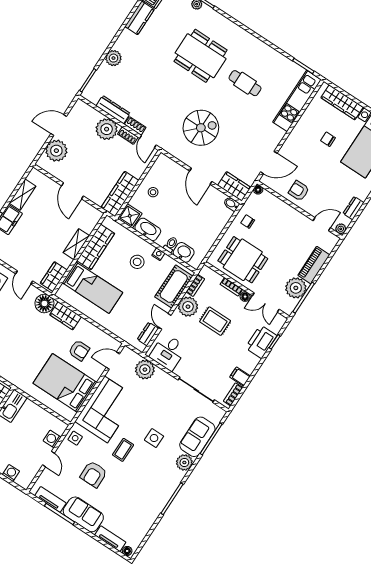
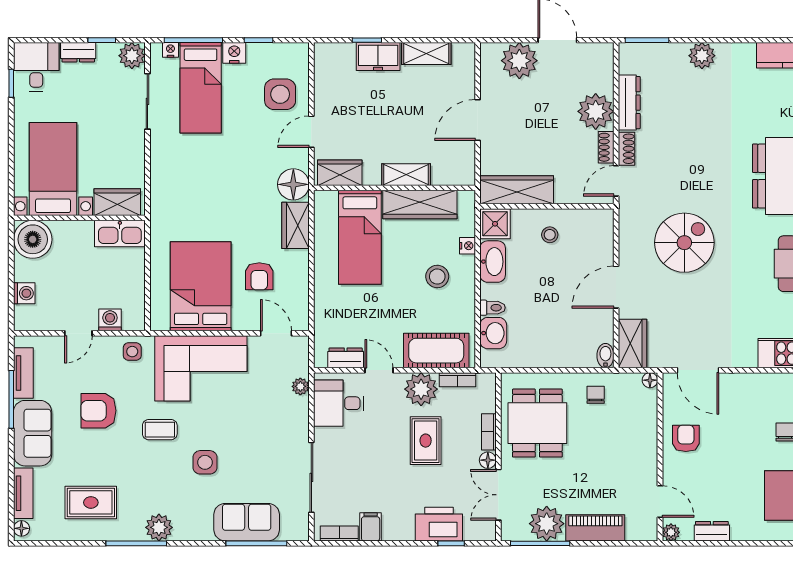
spiral stairs: (201, 128) -> (684, 243), turned -90
nightstand: (158, 254) -> (467, 246), moved
door: (165, 321) -> (379, 370), hinge flipped
plant: (145, 370) -> (300, 386), width x0.53, depth x0.53
plant: (184, 462) -> (159, 527), moved
rug: (137, 508) -> (91, 502), added

